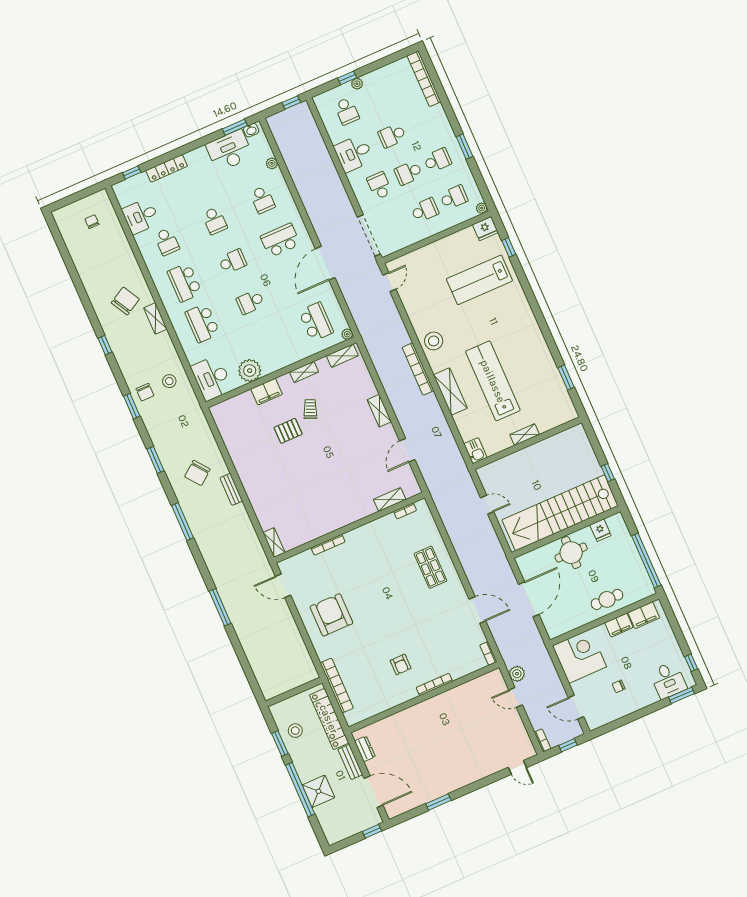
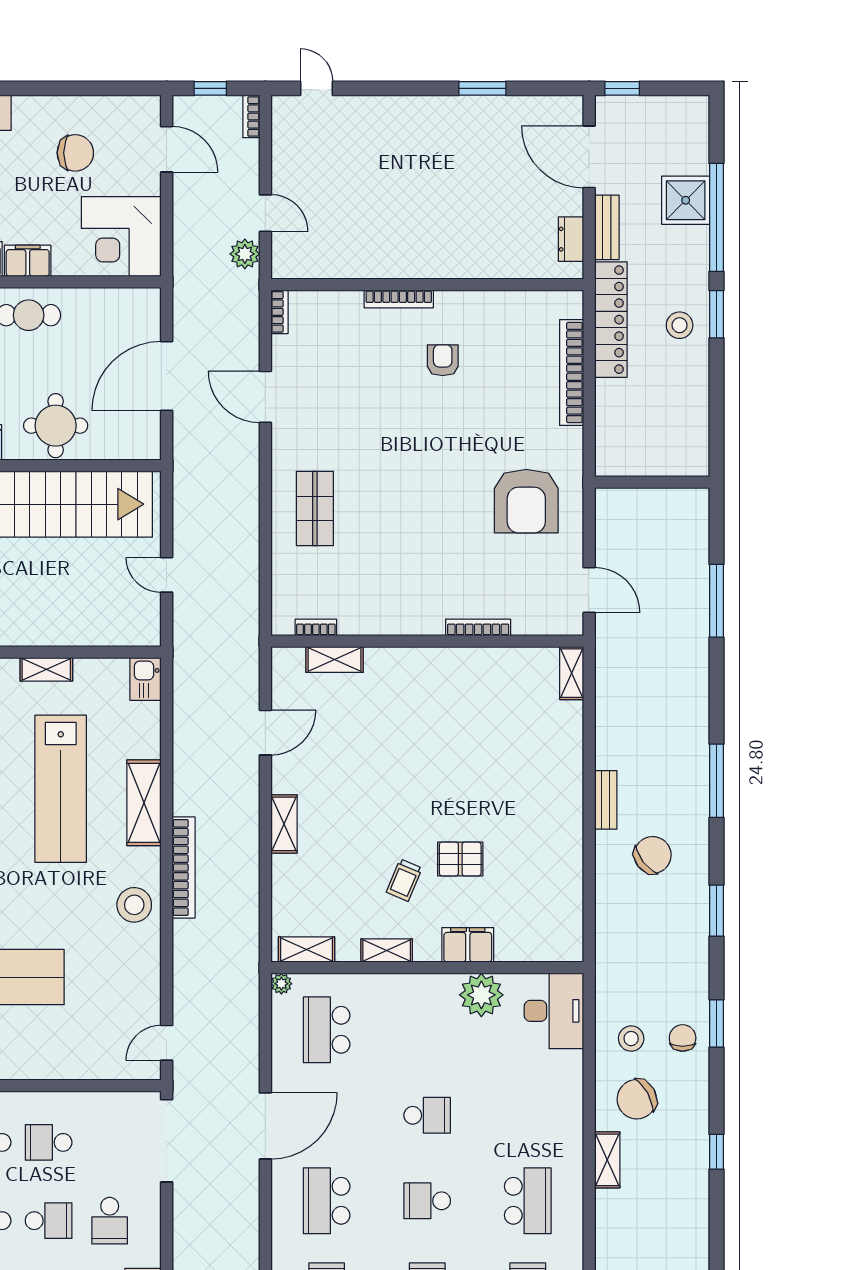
school desk: (280, 240) -> (327, 1201), turned 90
chair: (125, 301) -> (637, 1099), moved
school desk: (202, 323) -> (528, 1115), removed
chair: (619, 686) -> (75, 153), width x1.87, depth x1.87
wall: (294, 692) -> (652, 482), moved

